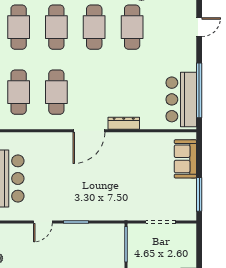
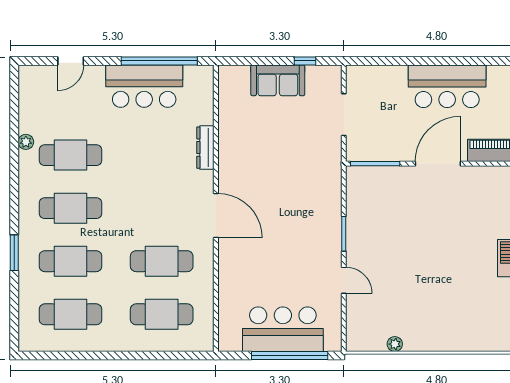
door: (199, 27) -> (71, 61), swing flipped
bar counter: (181, 99) -> (144, 86), moved
dresser: (124, 123) -> (205, 148), moved
sofa: (185, 159) -> (278, 80), moved
window: (199, 194) -> (305, 61), width x0.46

